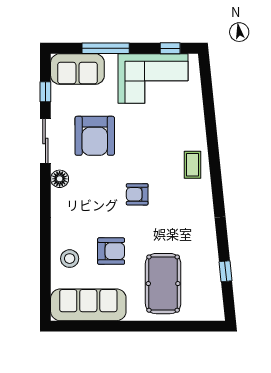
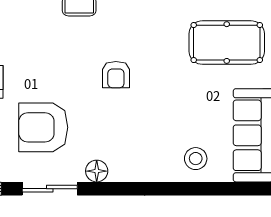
armchair: (95, 136) -> (43, 127), turned 180
armchair: (111, 251) -> (186, 107), removed

